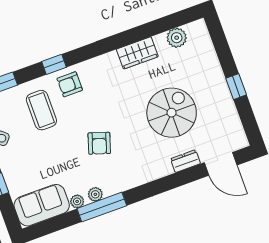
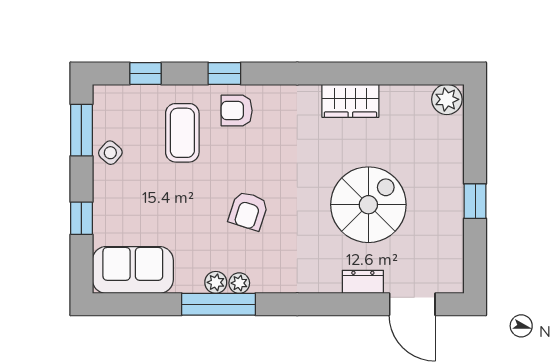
plant: (177, 38) -> (447, 99), moved
plant: (77, 201) -> (239, 283), moved

